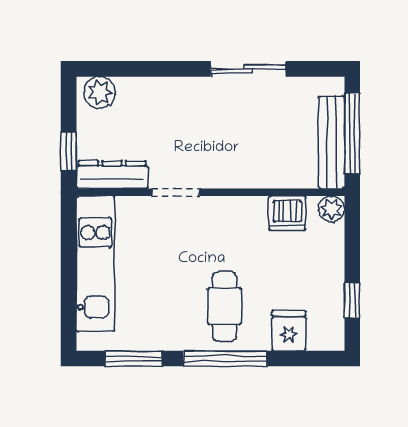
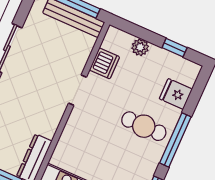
doorway: (176, 192) -> (77, 90), moved
plant: (331, 209) -> (140, 47), moved

